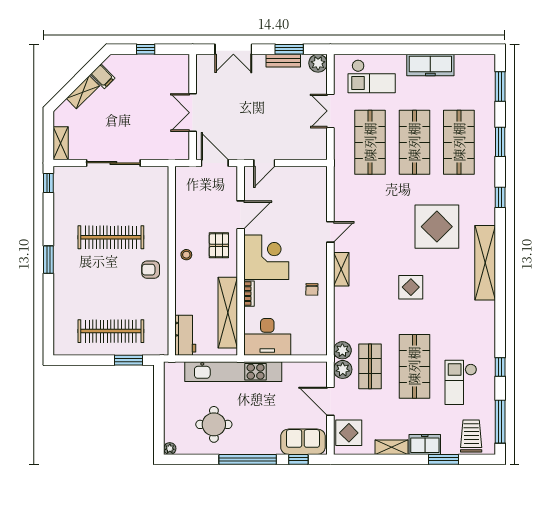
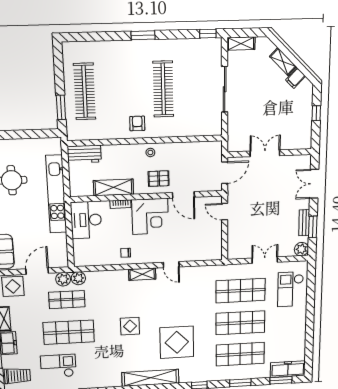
freezer: (430, 65) -> (288, 369), moved, turned 90
shelving: (228, 313) -> (114, 187), width x0.68

